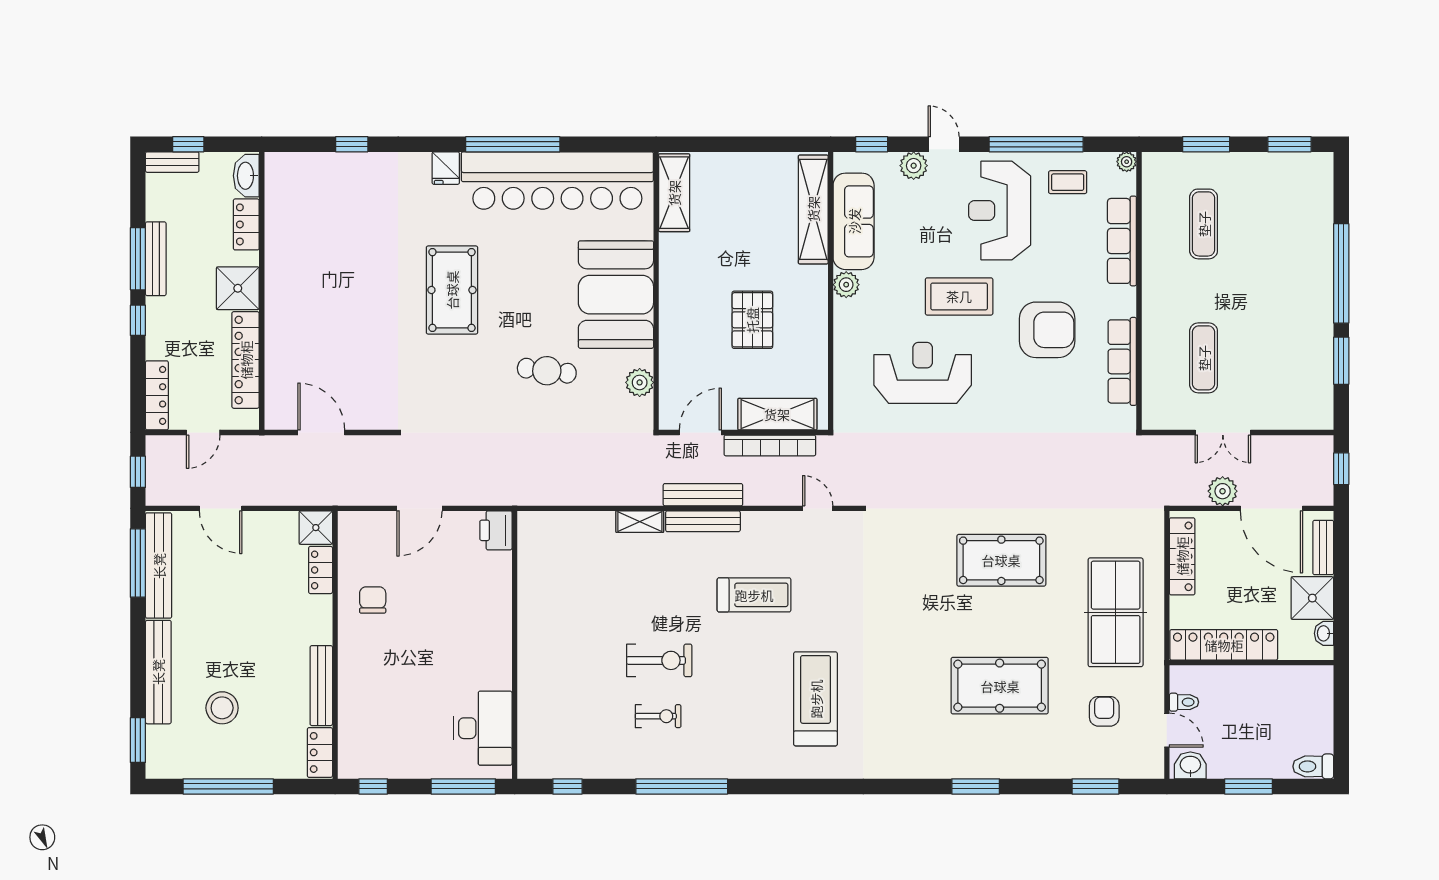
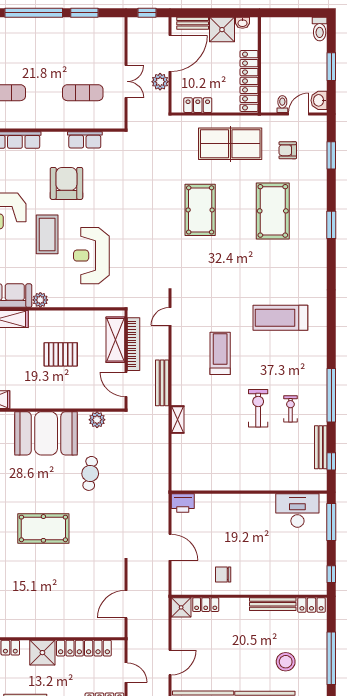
row of seats: (1122, 361) -> (85, 140), width x0.68
bench: (703, 521) -> (321, 447), moved
locker: (1182, 556) -> (198, 105), width x0.66

